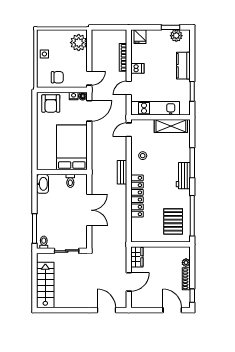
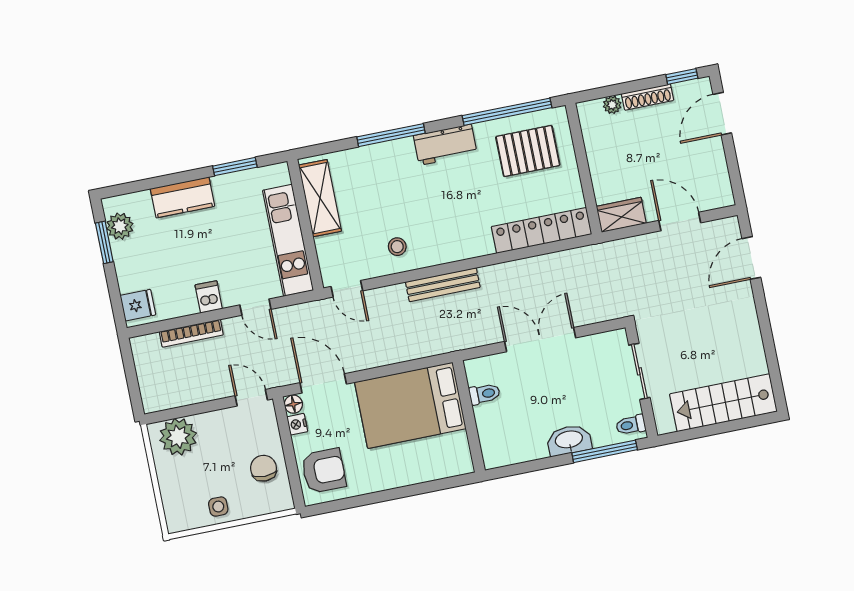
bench: (122, 172) -> (443, 285), width x1.36
workbench: (183, 176) -> (445, 145), moved
washbasin: (43, 184) -> (569, 440), moved
locker: (137, 196) -> (541, 230), moved

